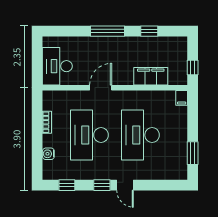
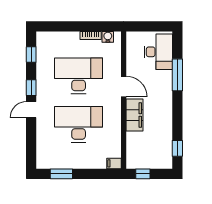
window: (108, 31) -> (177, 75), moved
window: (149, 31) -> (177, 148), moved
desk: (57, 66) -> (158, 52), moved, turned 90
filing cabinet: (151, 76) -> (134, 115), moved
water cooler: (48, 154) -> (108, 37), moved

